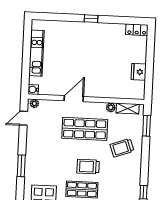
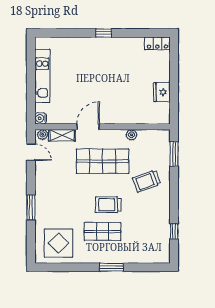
shelving: (128, 109) -> (62, 135), moved
door: (24, 118) -> (31, 152), swing flipped

